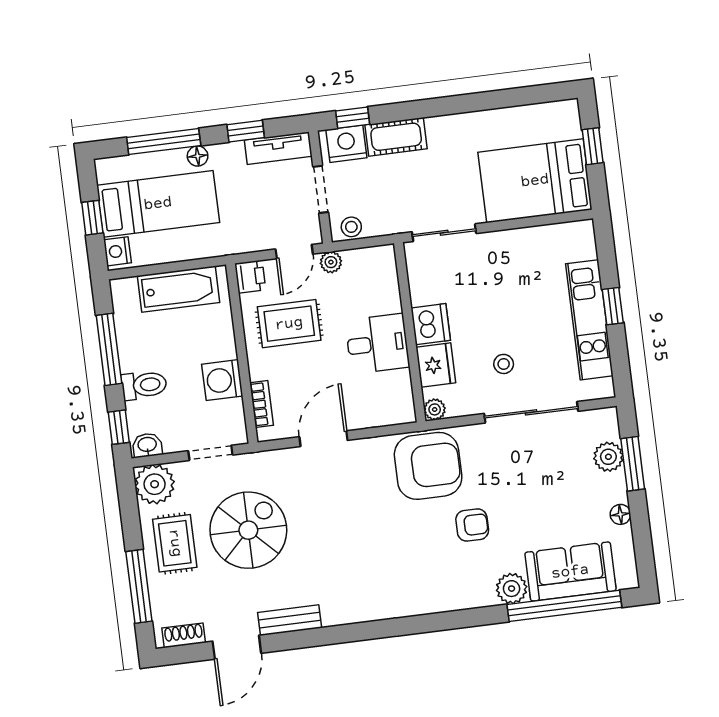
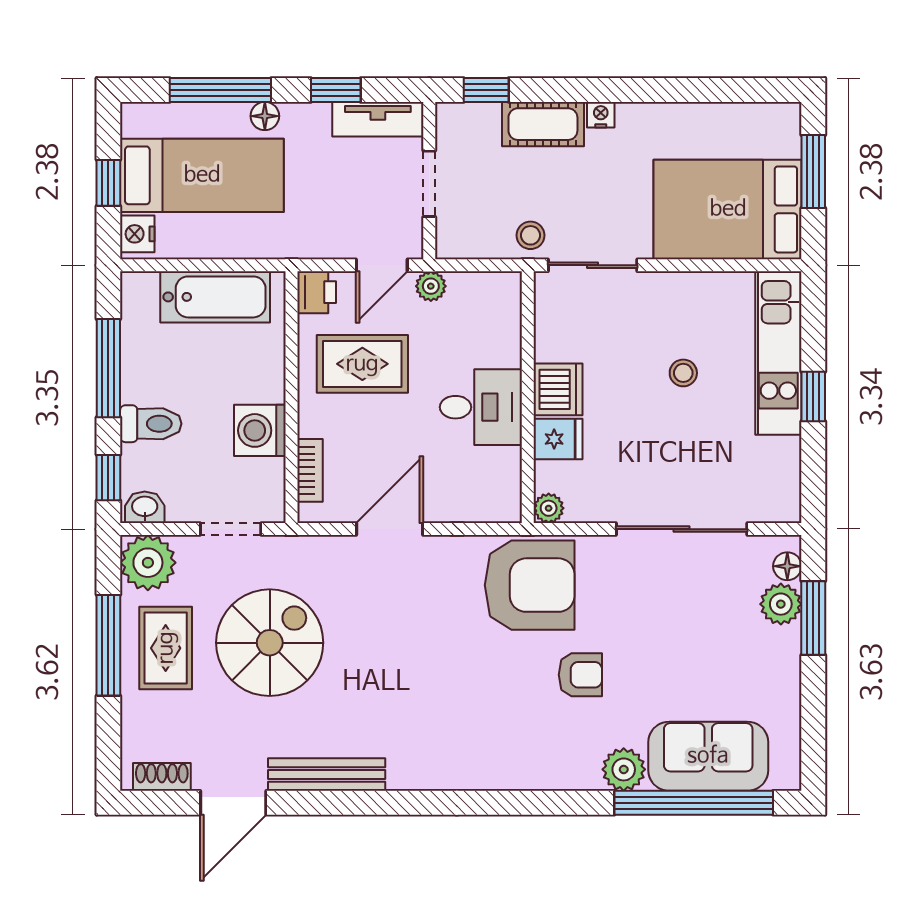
nightstand: (346, 144) -> (601, 115), moved, width x0.53, depth x0.56
window: (593, 146) -> (813, 171), width x1.50
stool: (351, 227) -> (530, 235), moved
kitchen unit: (589, 320) -> (778, 353), moved
stool: (504, 364) -> (683, 373), moved
fridge: (436, 365) -> (558, 439), width x0.72
floor lamp: (620, 514) -> (787, 566), moved
window: (139, 586) -> (108, 645), moved
bench: (290, 620) -> (327, 775), width x1.36

